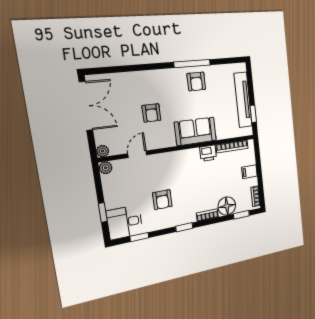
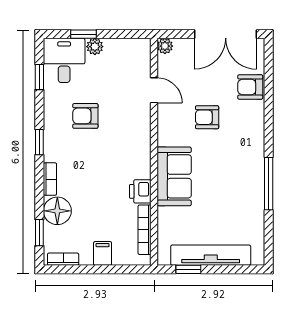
armchair: (196, 81) -> (250, 87), moved
plant: (106, 168) -> (95, 47), moved

